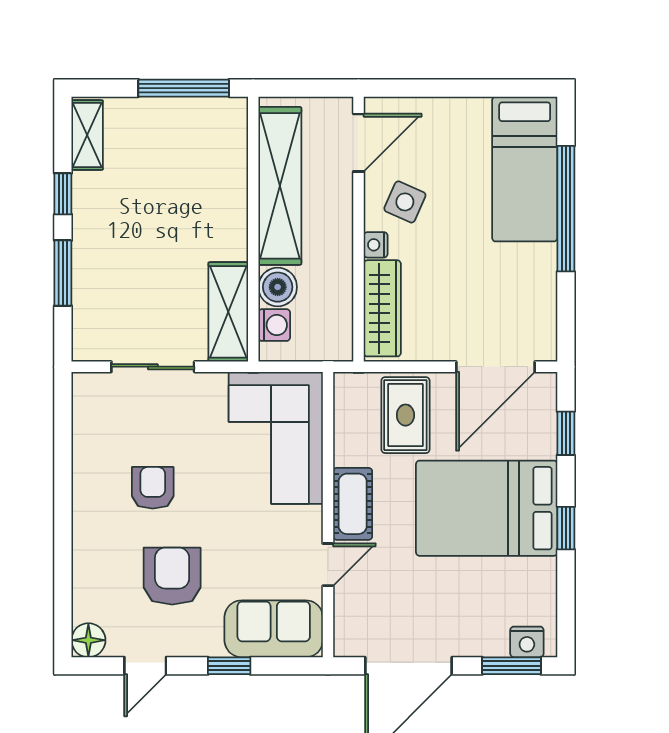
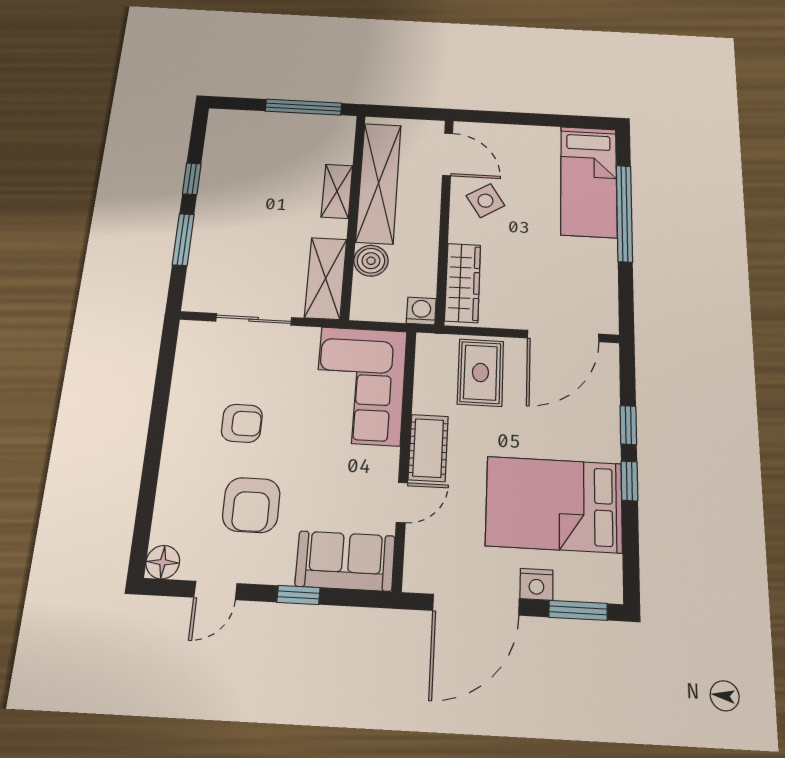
shelving: (87, 135) -> (337, 191), moved
door: (359, 143) -> (448, 154), hinge flipped
side table: (405, 202) -> (485, 201), turned 34
nightstand: (376, 245) -> (459, 232), removed
washing machine: (274, 325) -> (421, 311), moved, turned -90
window: (566, 433) -> (628, 425), moved
armchair: (153, 488) -> (242, 423), turned 90
bed: (487, 508) -> (554, 504), moved
armchair: (172, 576) -> (251, 505), turned 180
nightstand: (527, 642) -> (536, 584), moved

